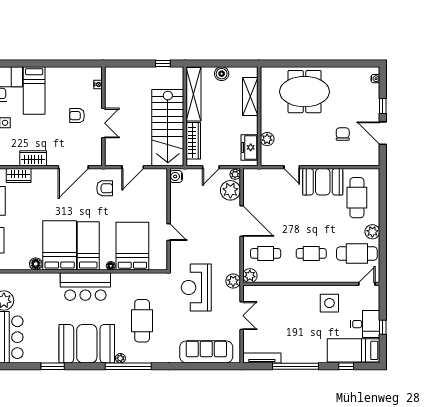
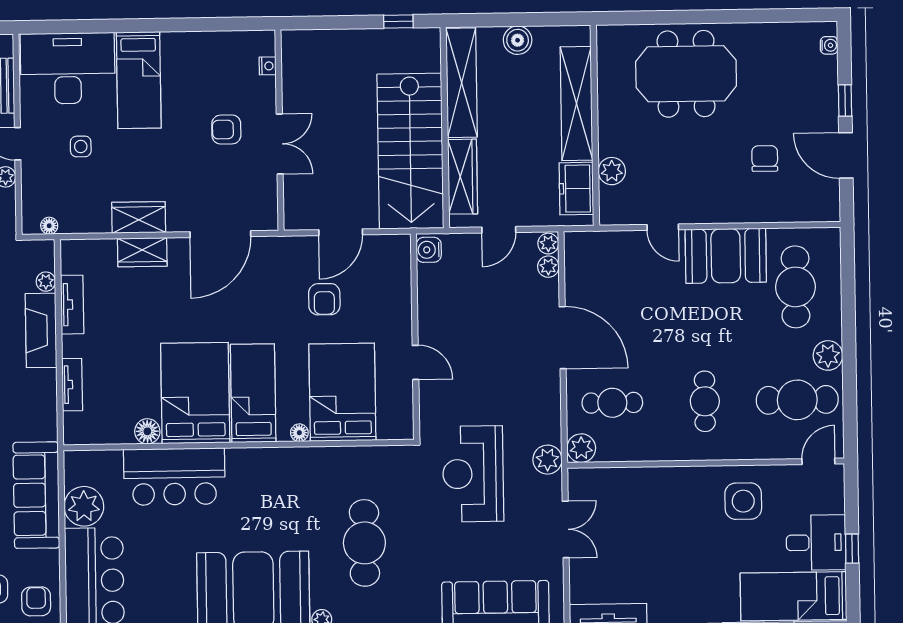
shelving: (250, 97) -> (576, 104), width x1.47
wardrobe: (19, 175) -> (142, 252), moved
armchair: (105, 188) -> (324, 299), moved, turned 90
plant: (230, 190) -> (548, 267), width x0.53, depth x0.53
cafe table: (311, 253) -> (705, 401), turned 90
bar counter: (85, 287) -> (174, 477), moved

